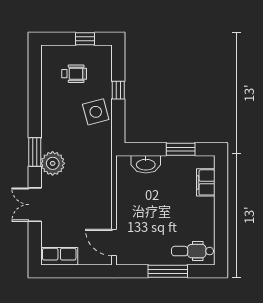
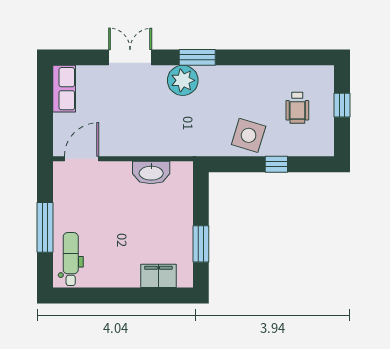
window: (85, 39) -> (342, 105), moved
side table: (96, 112) -> (249, 135), turned 32
washbasin: (146, 164) -> (151, 173), moved, turned -90

